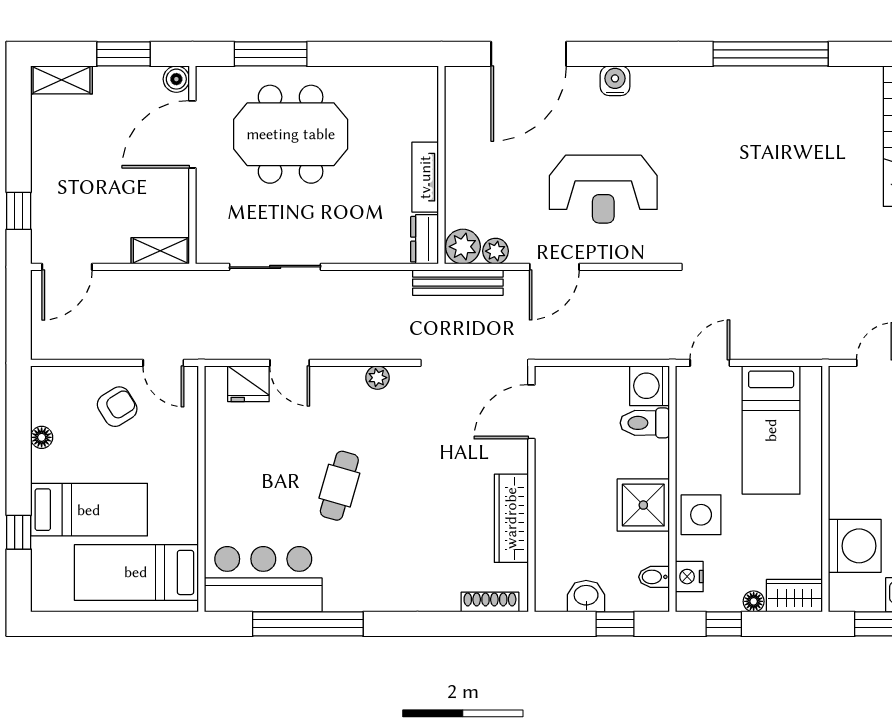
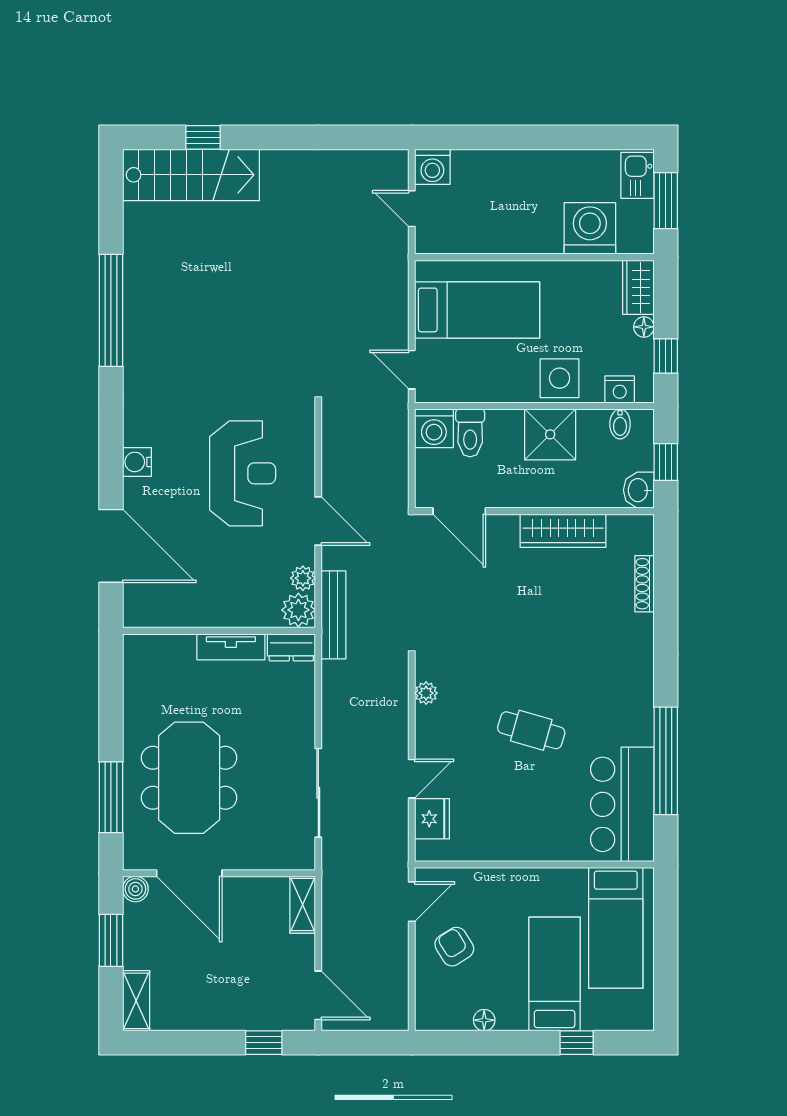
door: (531, 412) -> (459, 511), moved
wall: (531, 489) -> (534, 511), moved
wardrobe: (511, 518) -> (563, 531), moved

